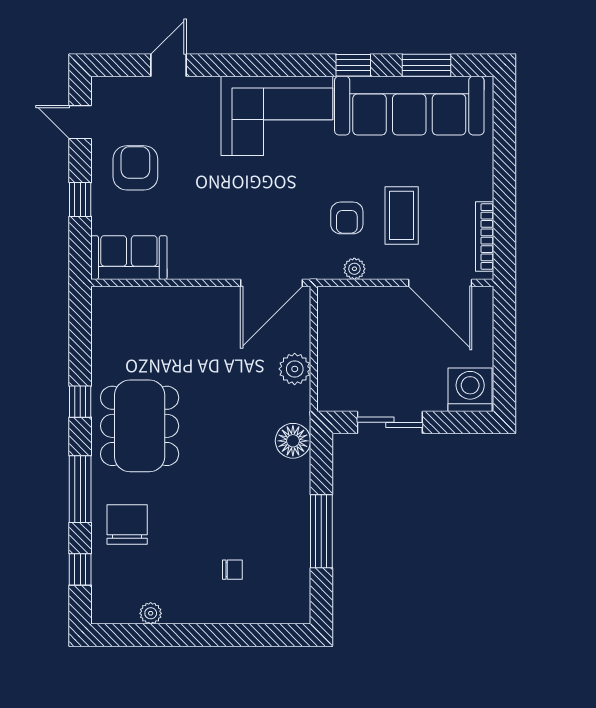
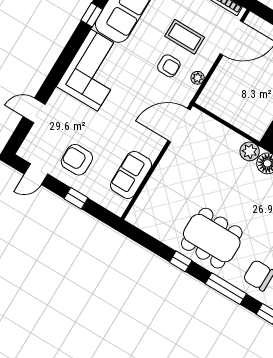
door: (169, 65) -> (34, 110), hinge flipped
sofa: (129, 258) -> (131, 175), moved
door: (271, 283) -> (179, 125), swing flipped
plant: (295, 369) -> (250, 151), moved

